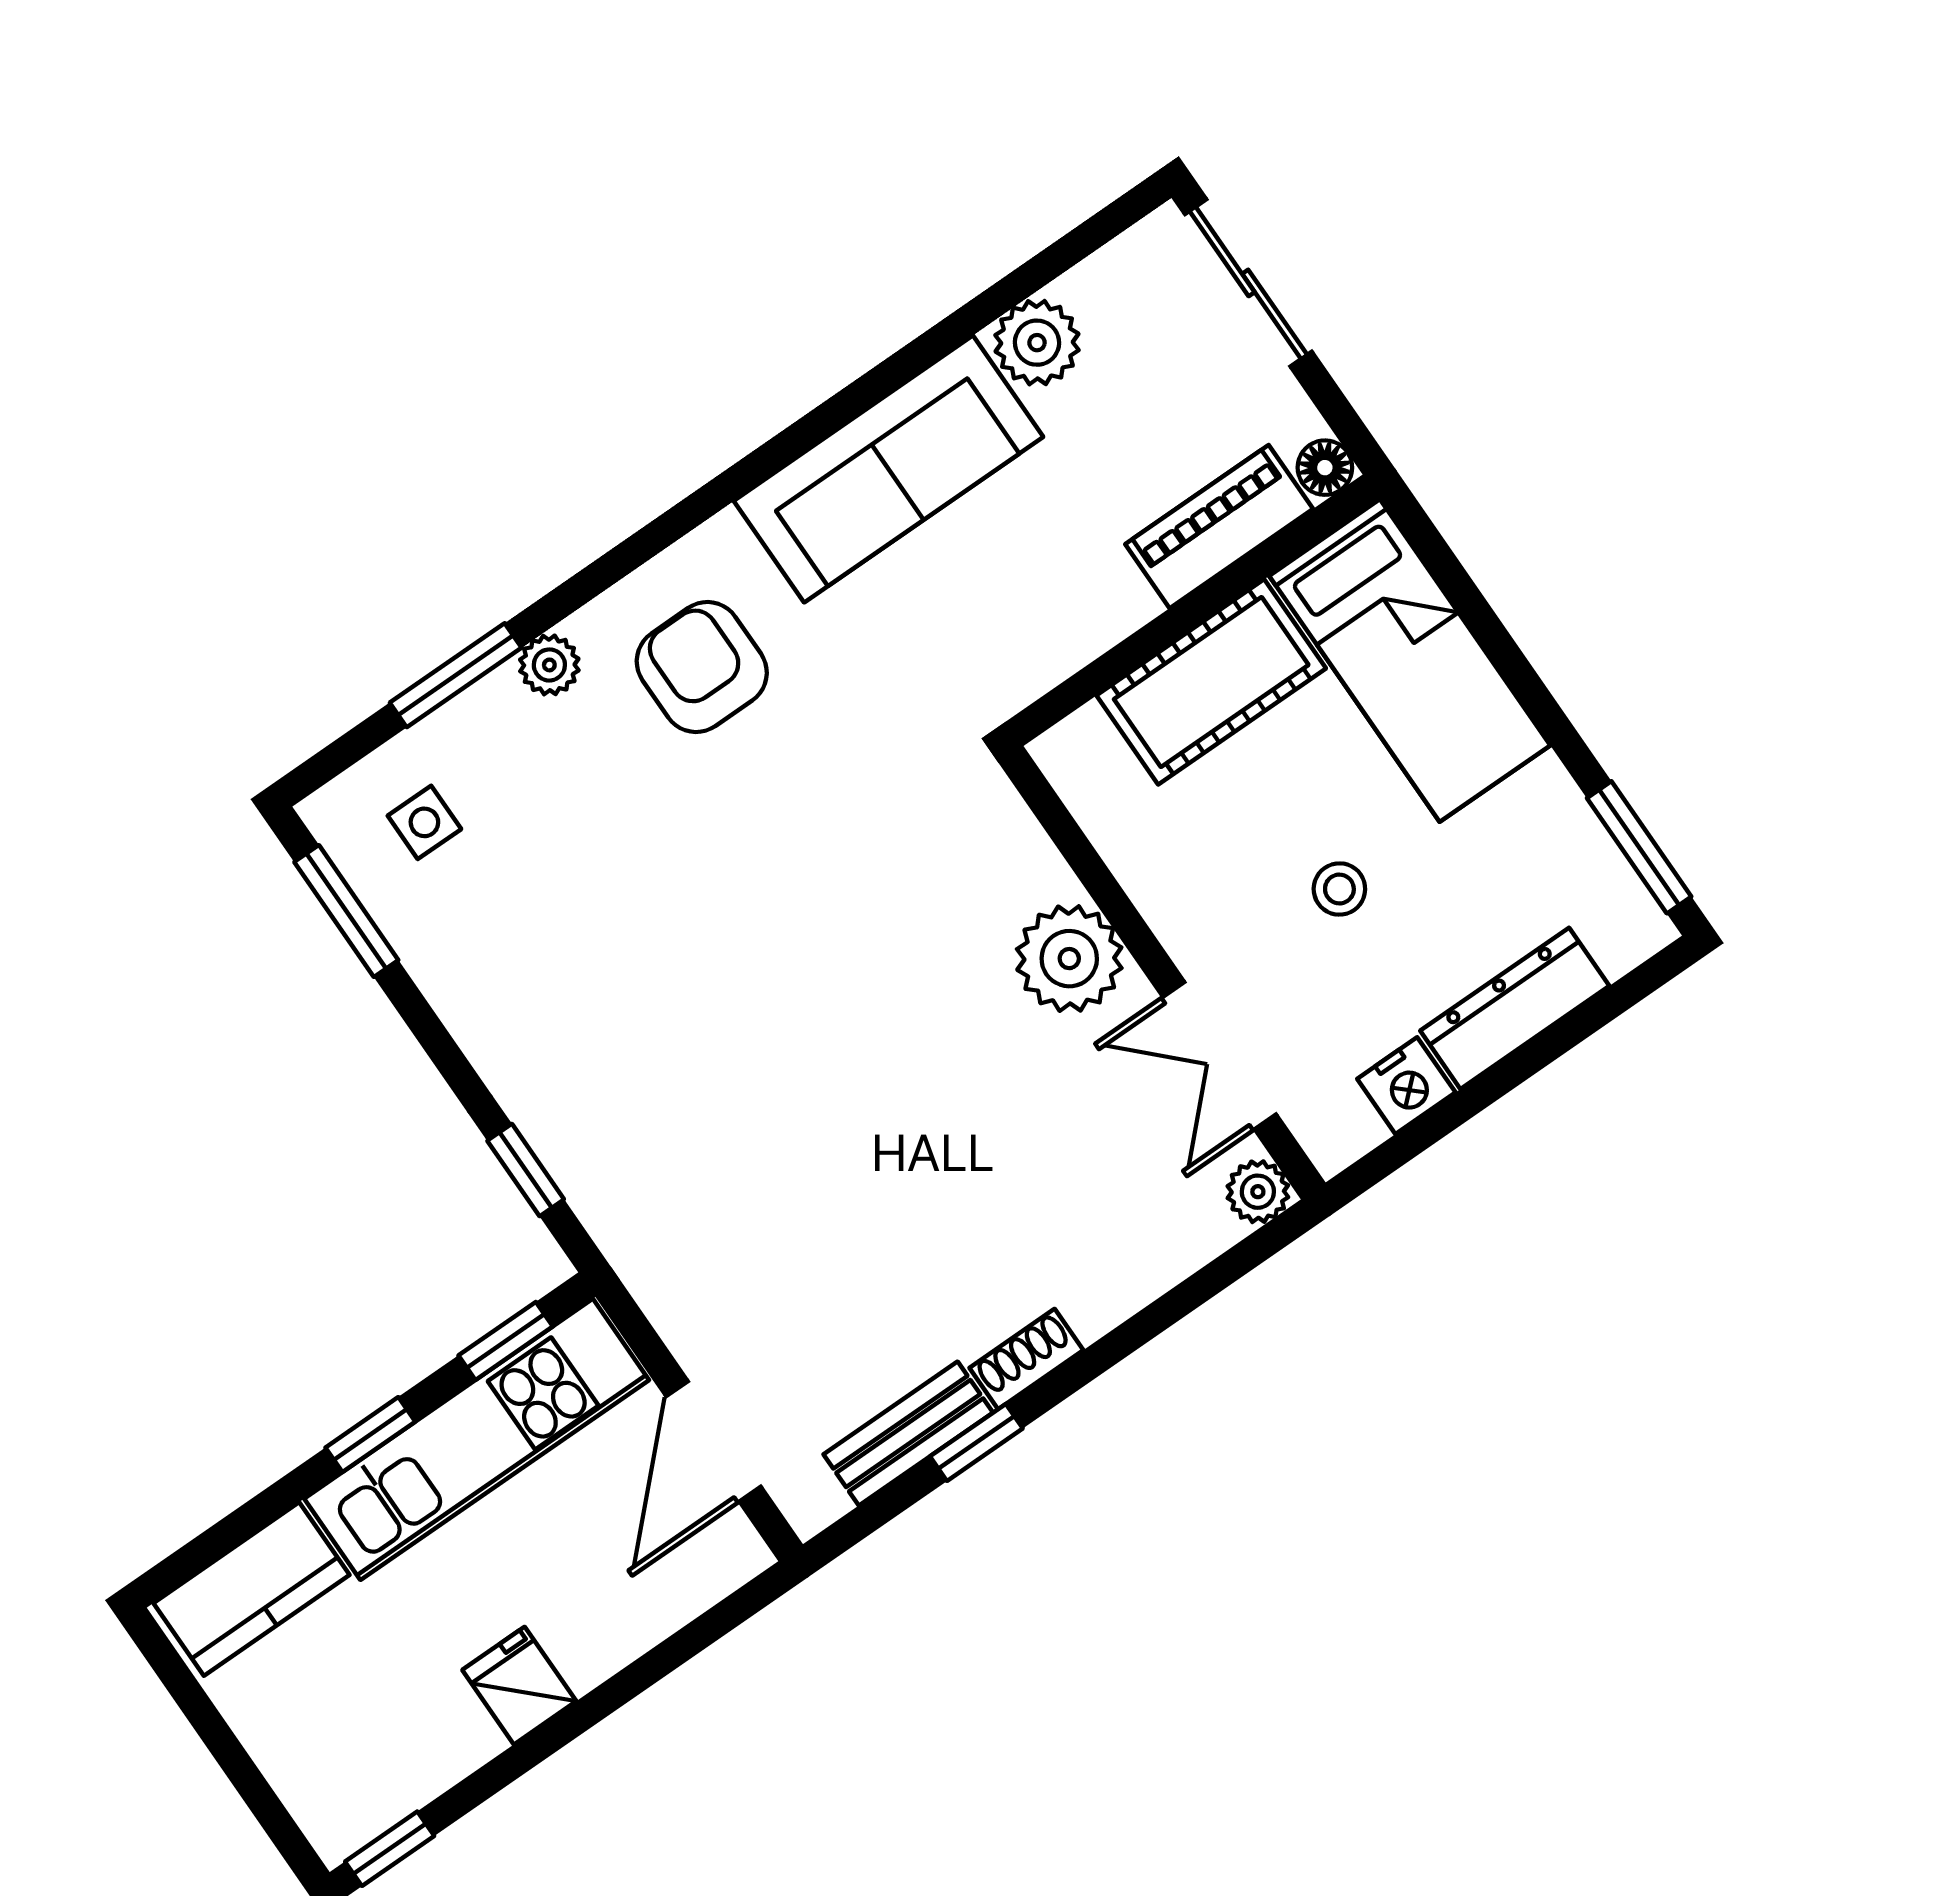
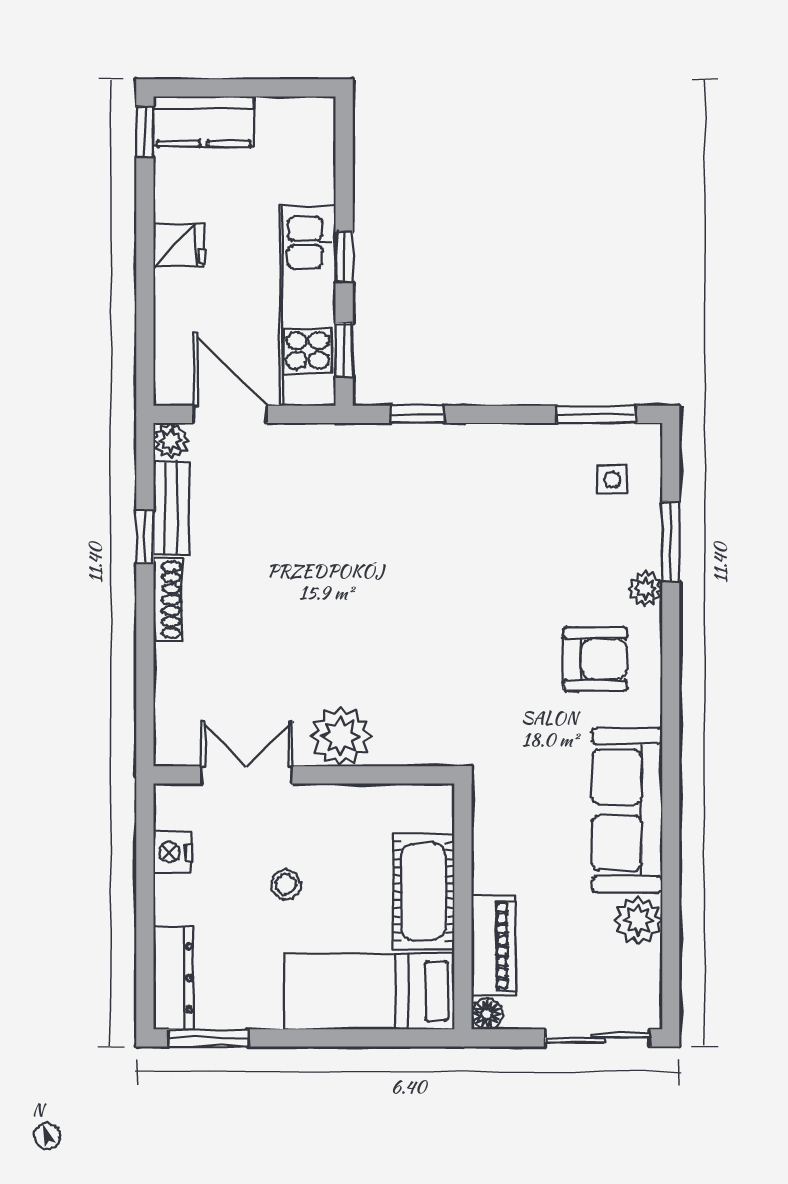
dresser: (1515, 1008) -> (173, 978), moved
plant: (1258, 1192) -> (171, 440), moved
shoe rack: (1026, 1359) -> (168, 600), width x1.43
kitchen counter: (252, 1589) -> (204, 121), moved, turned -90

